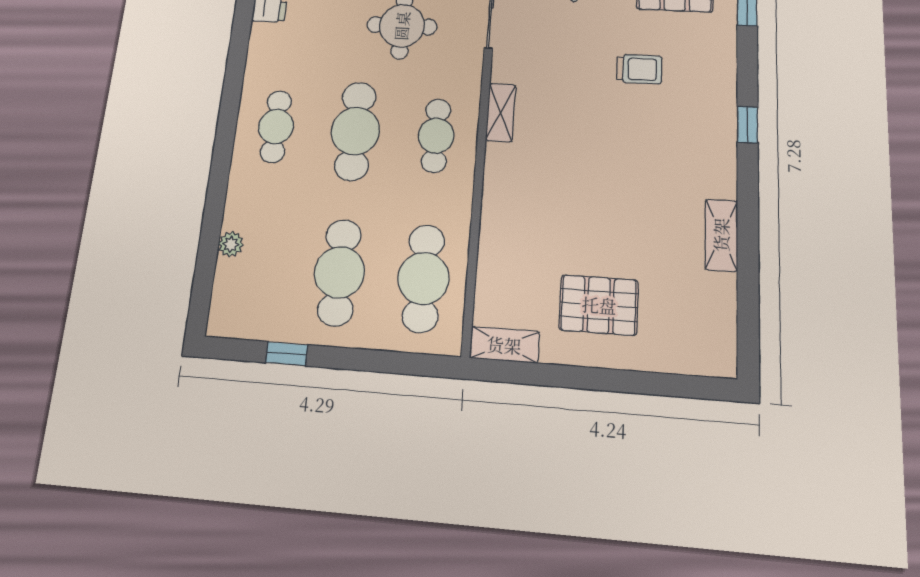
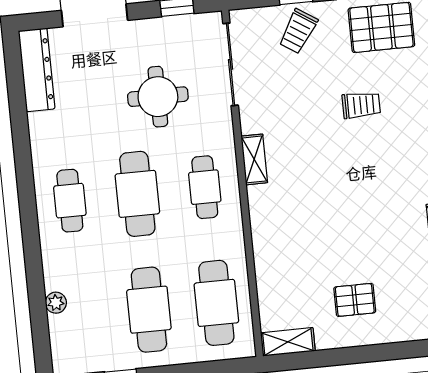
pallet: (599, 305) -> (355, 300), width x0.67, depth x0.71

